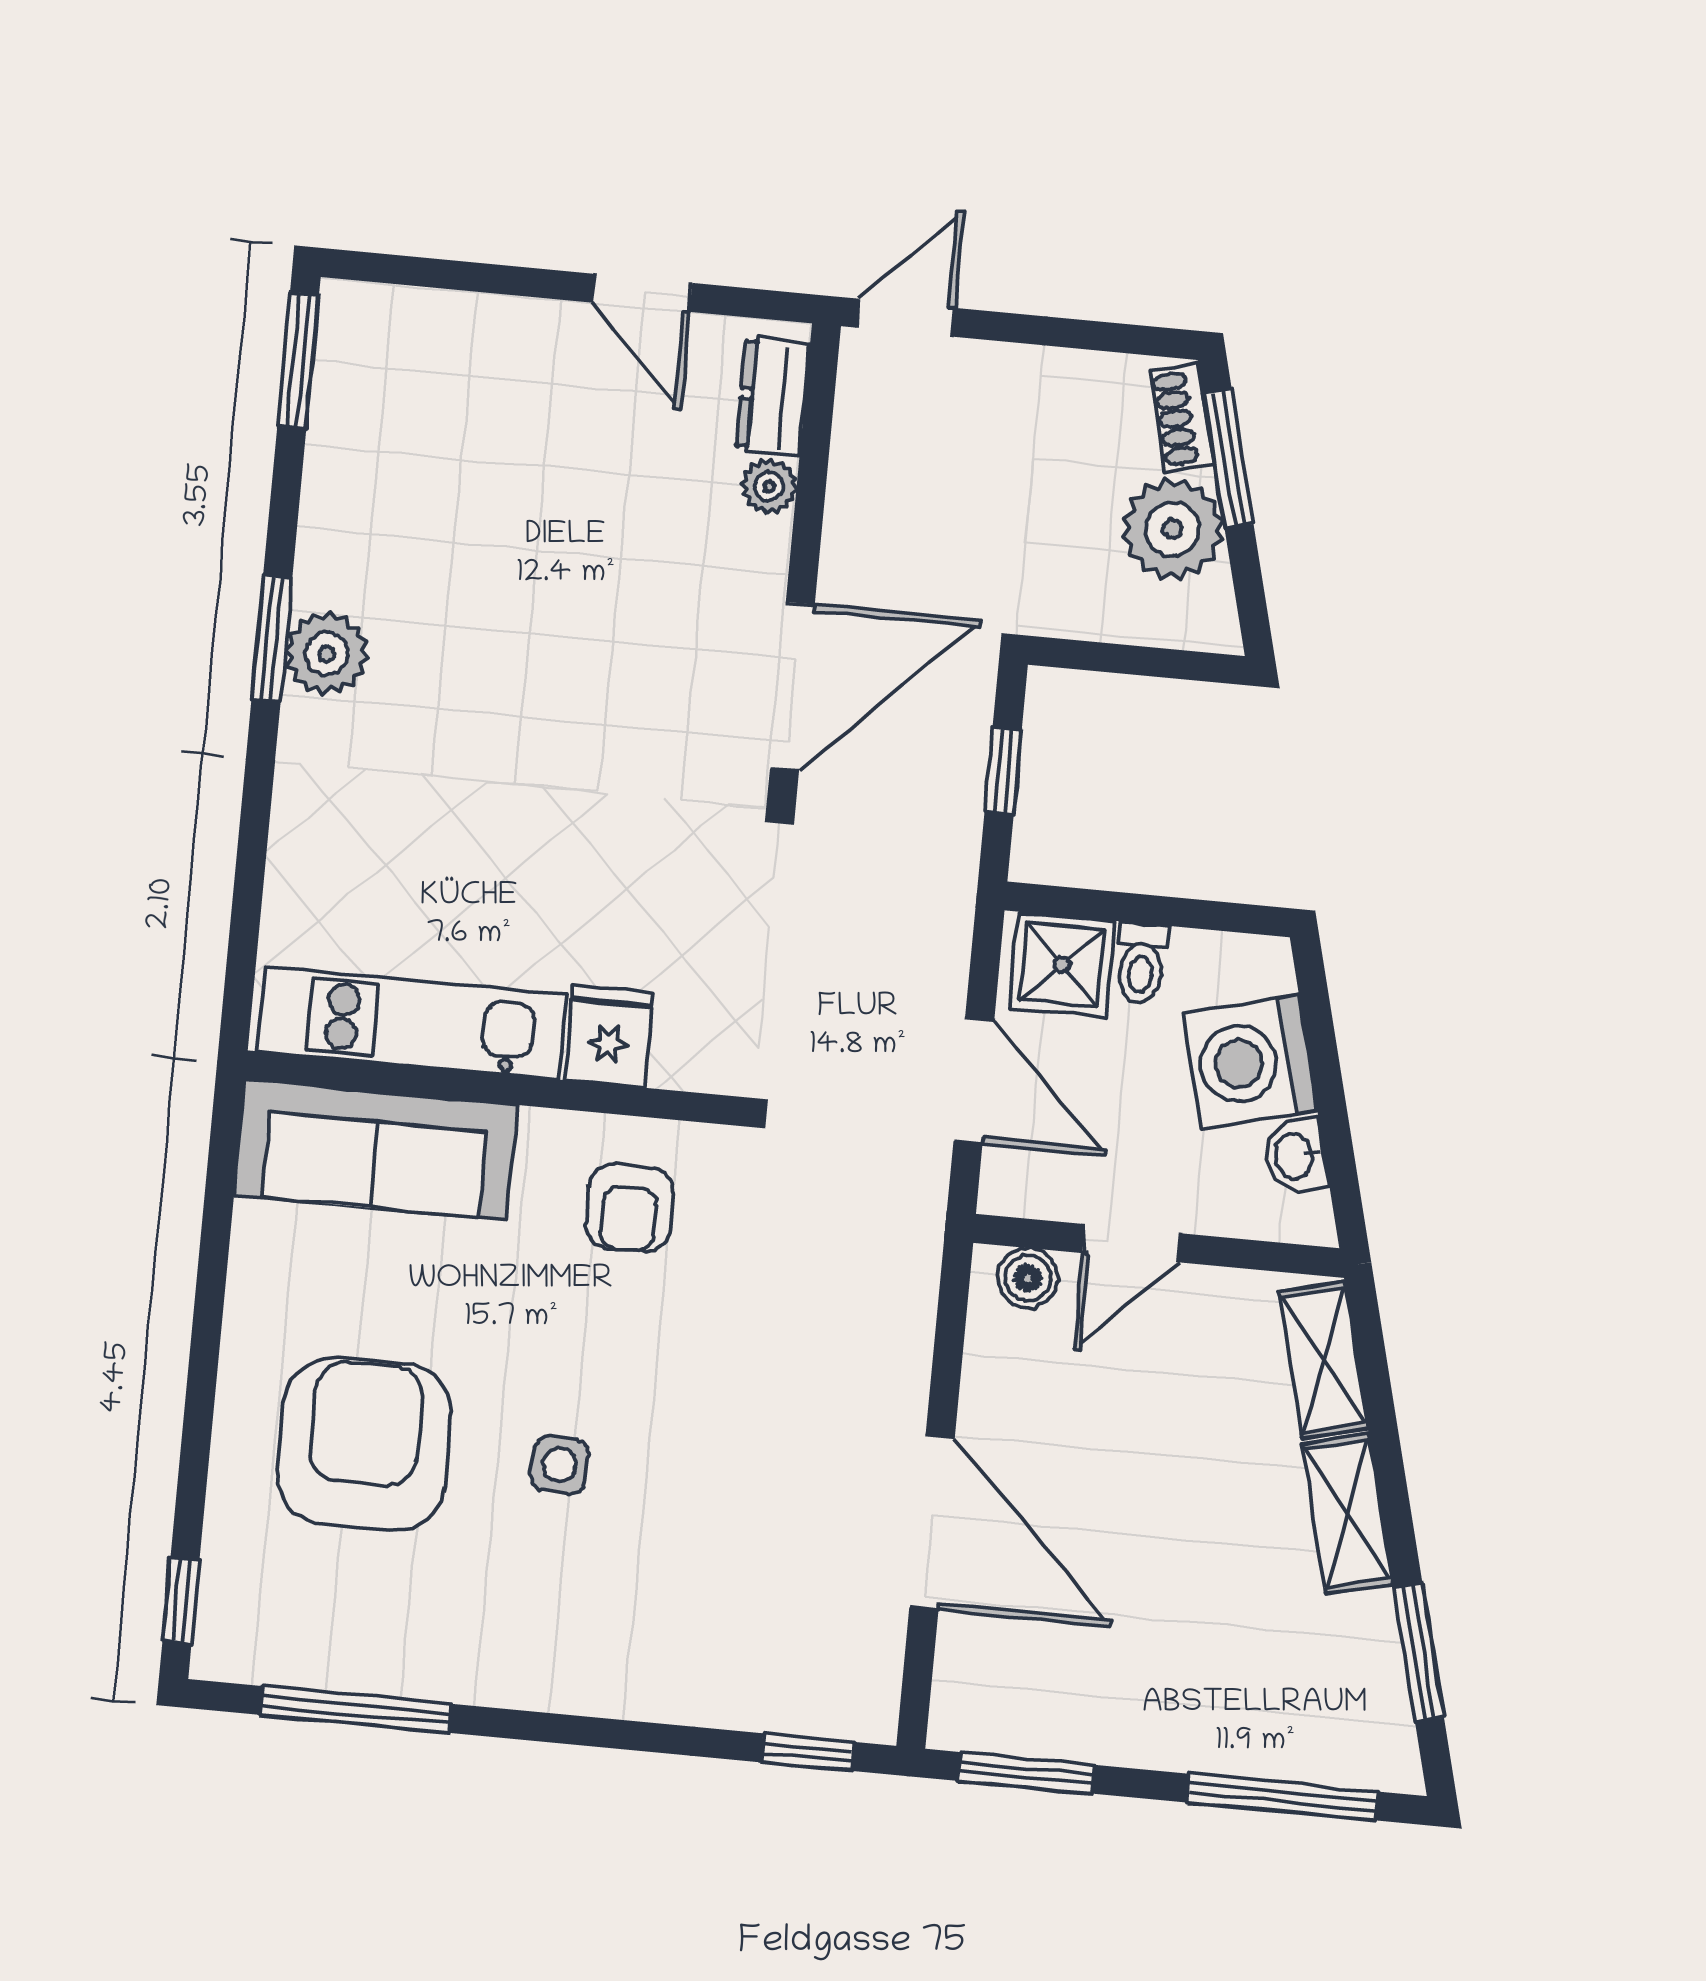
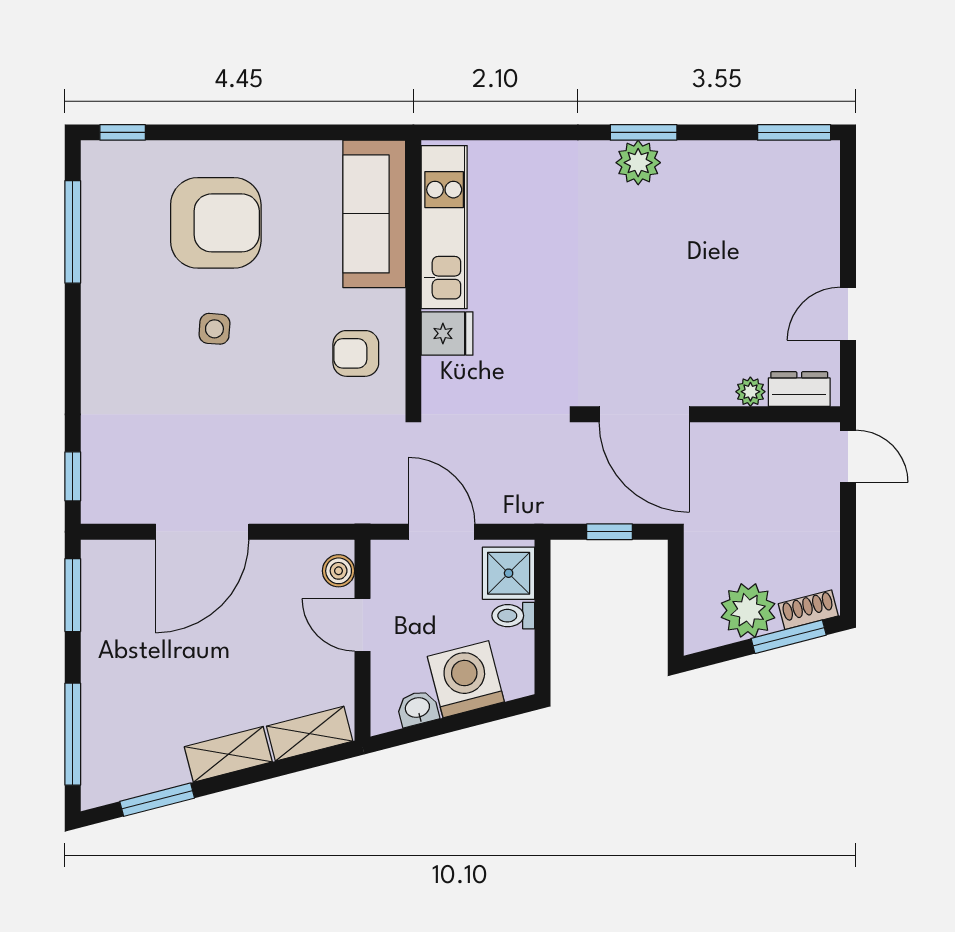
door: (974, 1081) -> (442, 532), swing flipped

